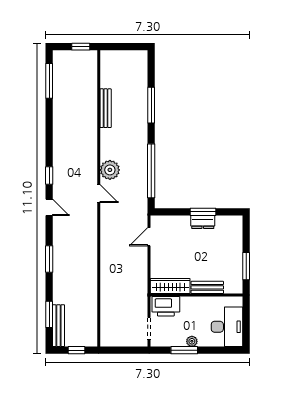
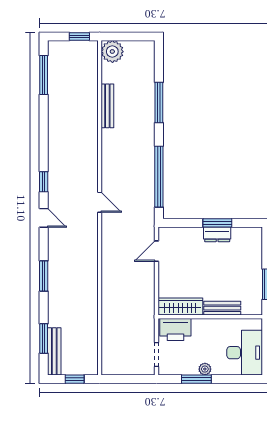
plant: (110, 170) -> (112, 52), moved

